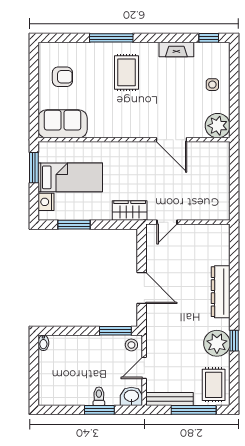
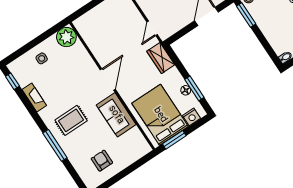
sofa: (63, 124) -> (116, 115), moved
door: (171, 140) -> (108, 79), moved
bed: (70, 177) -> (160, 115), width x1.50
floor lamp: (78, 214) -> (186, 90), added
door: (167, 222) -> (152, 28), swing flipped

